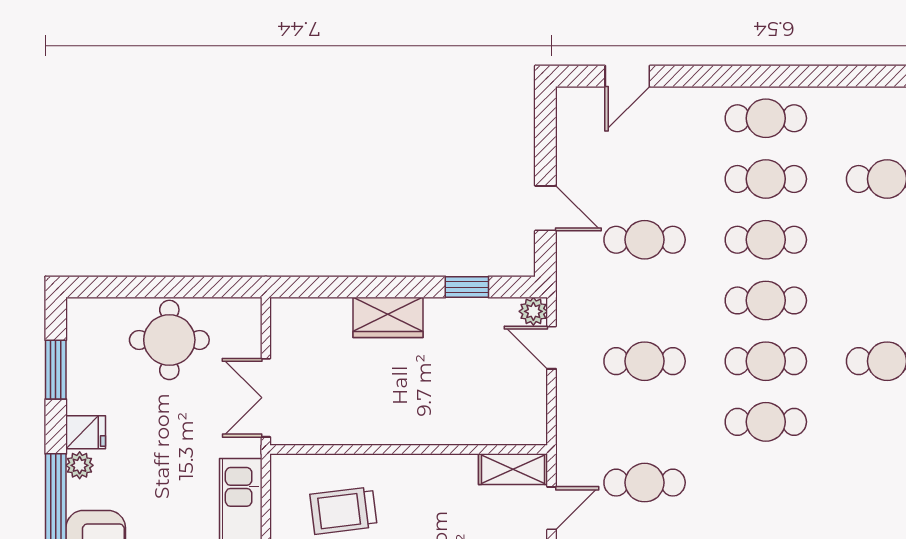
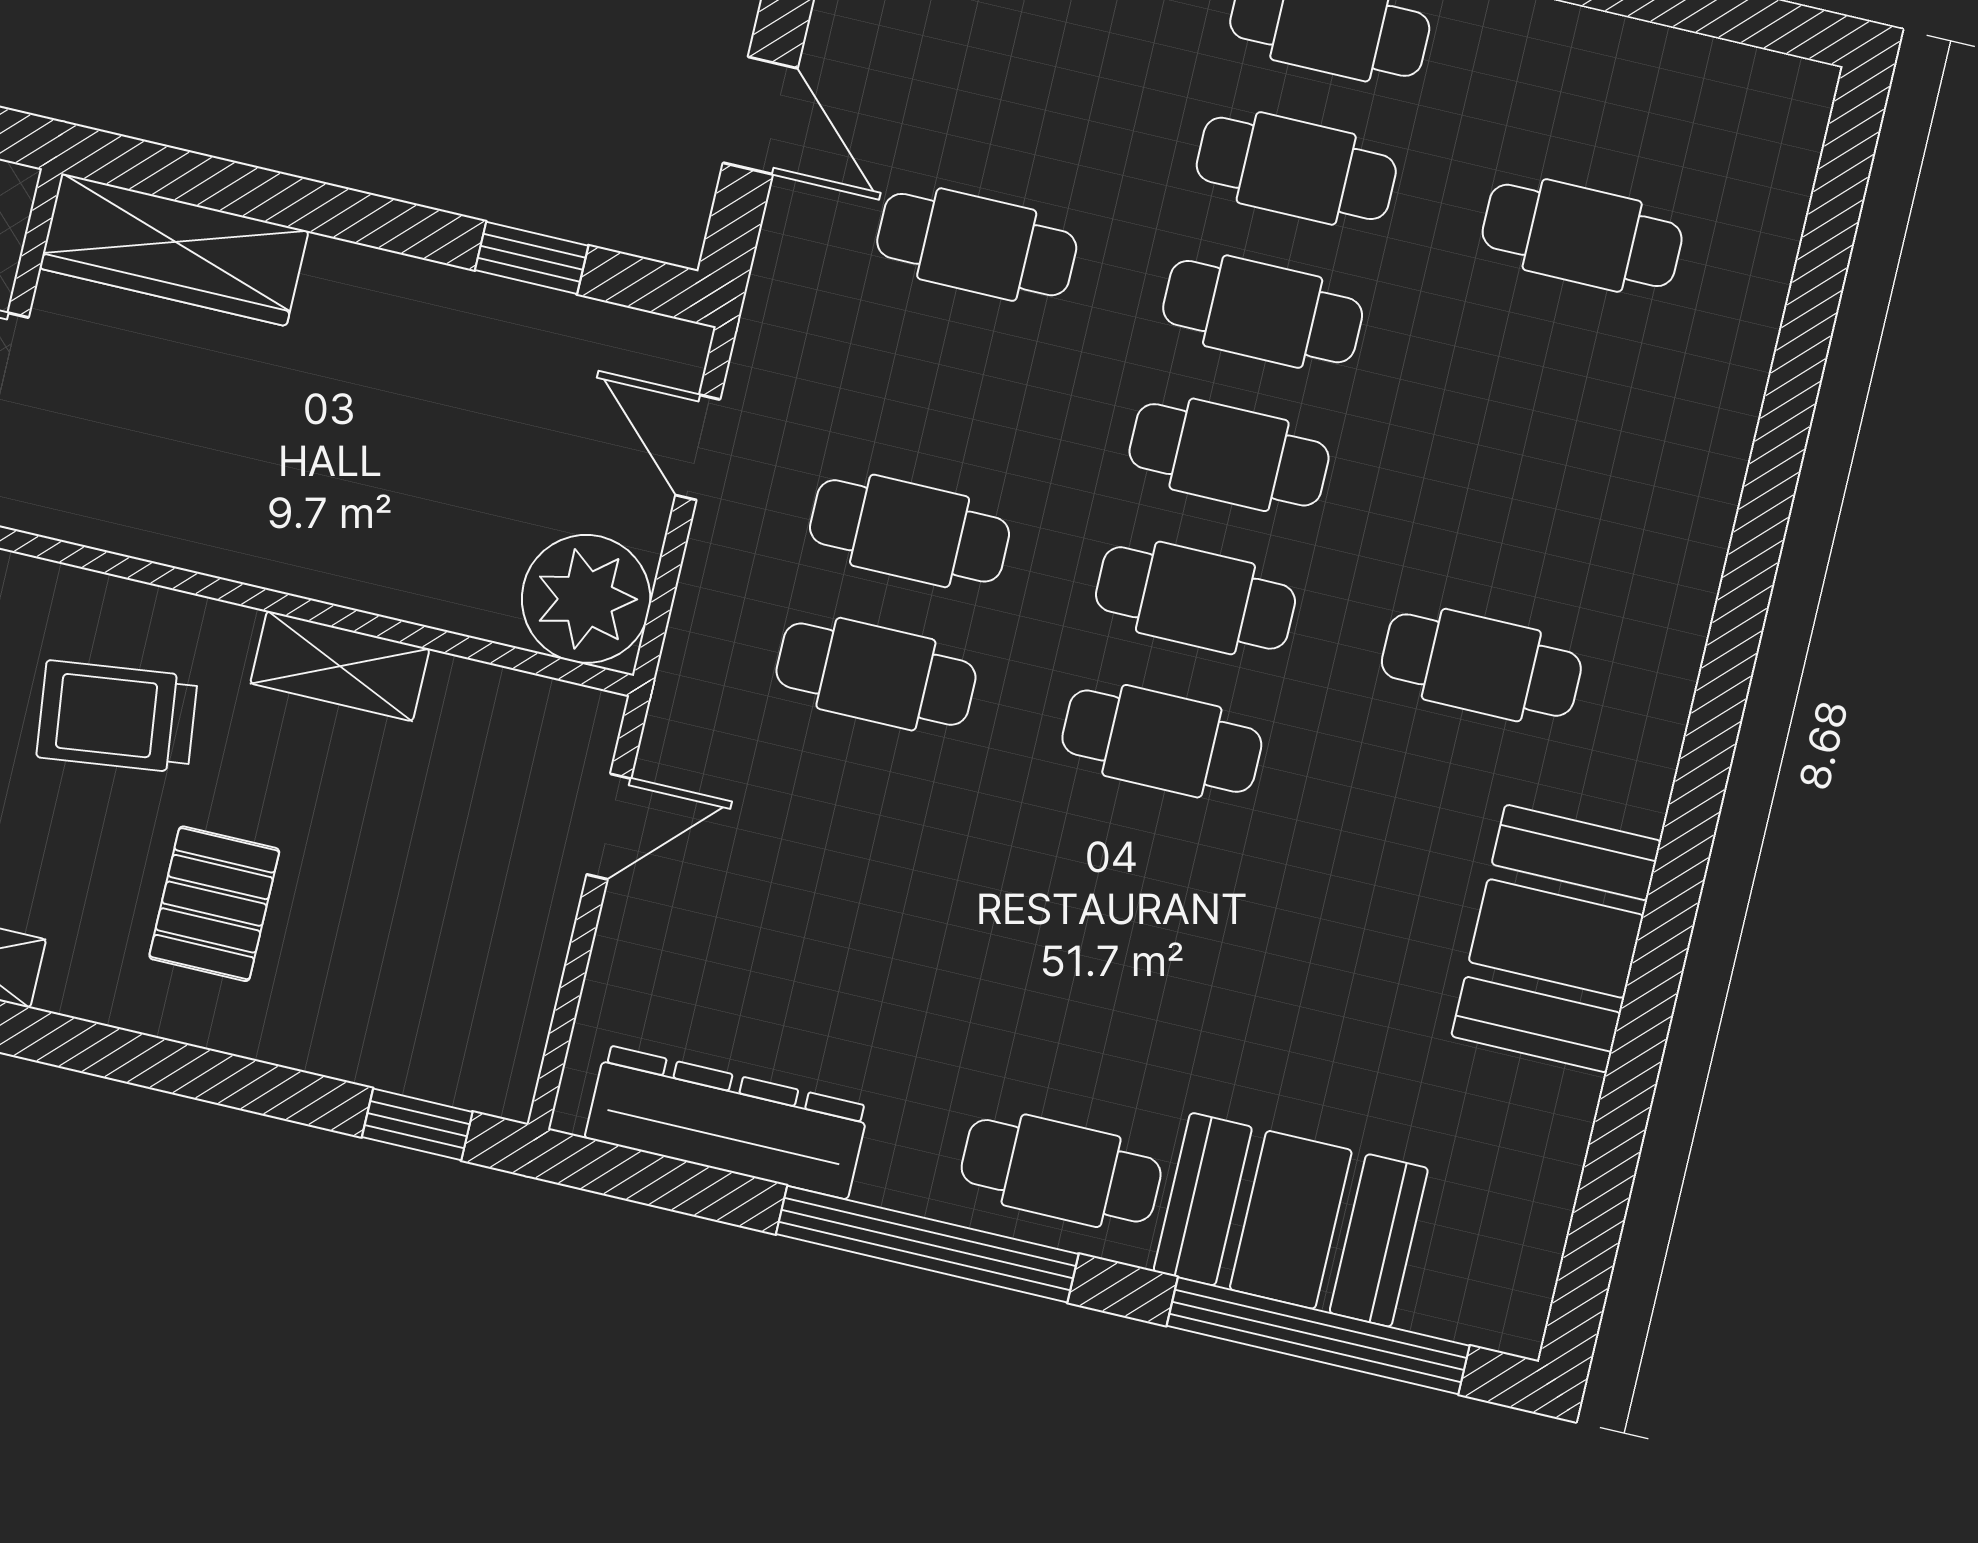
plant: (533, 311) -> (586, 599), moved, width x1.88, depth x1.88
wardrobe: (388, 317) -> (174, 250), moved, width x1.50
shelving: (513, 469) -> (340, 666), moved
cafe table: (645, 483) -> (876, 674), moved

